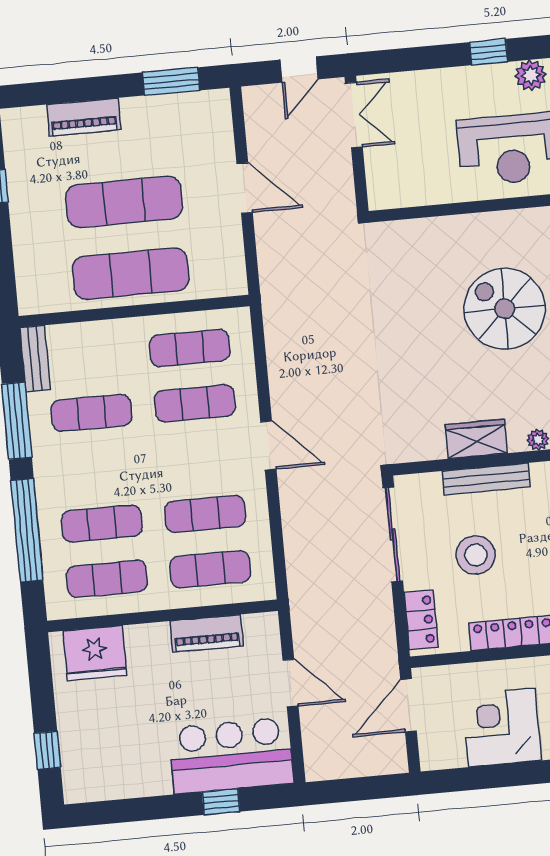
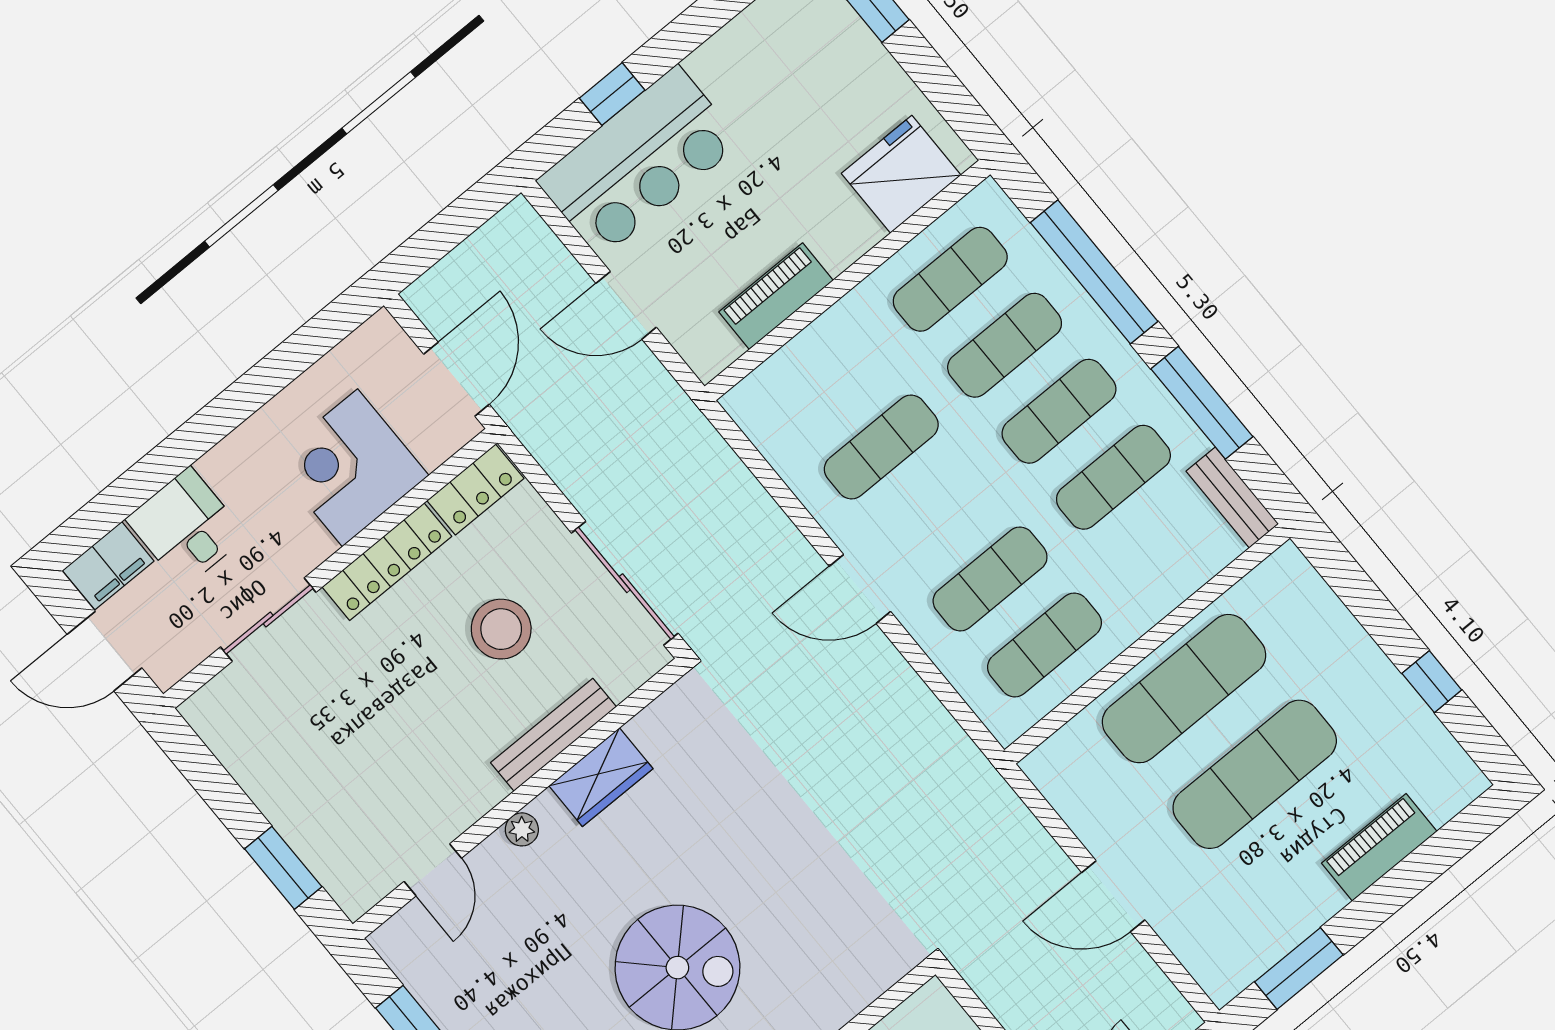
exercise mat: (210, 569) -> (1059, 411), moved
locker: (421, 620) -> (475, 489), moved, turned -90
corner desk: (502, 727) -> (350, 468), moved, turned 180

